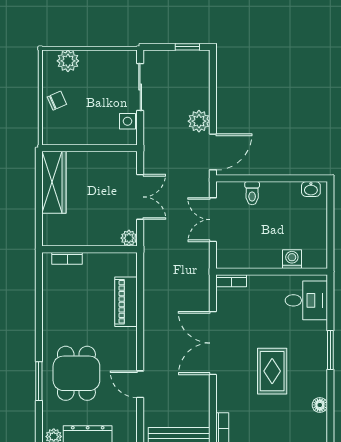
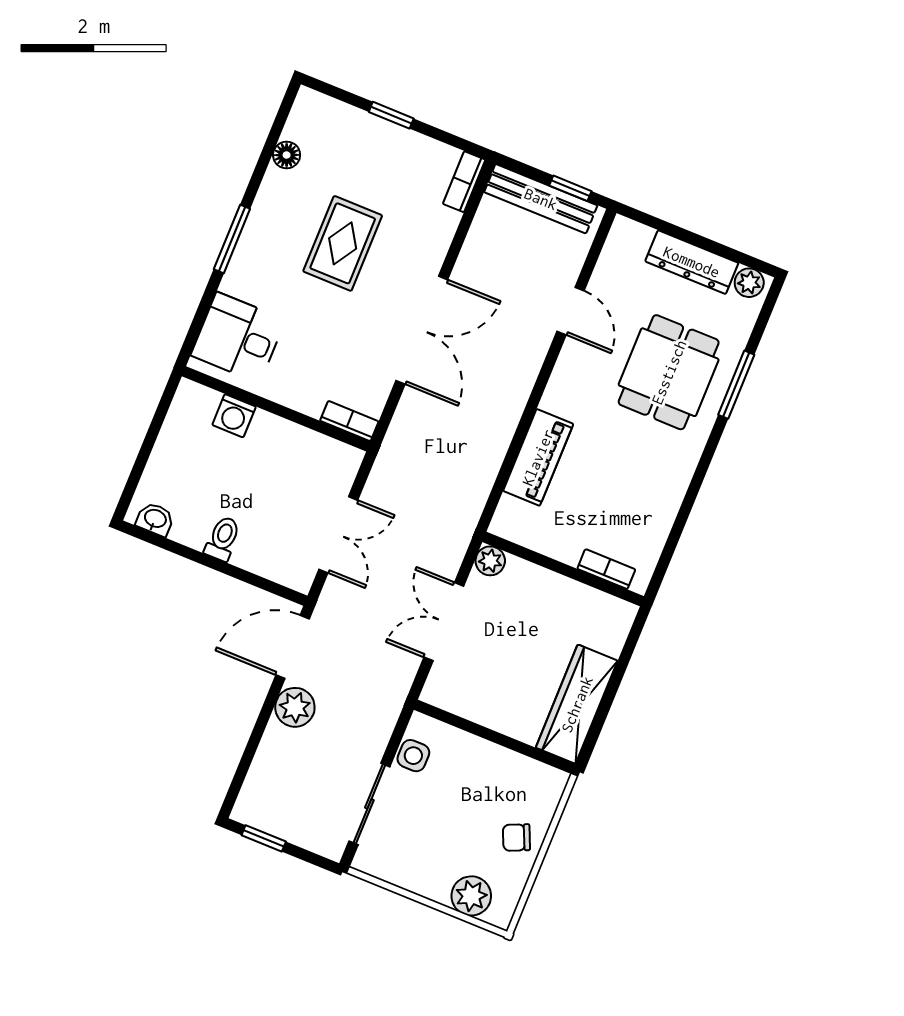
toilet: (252, 193) -> (223, 539), moved

